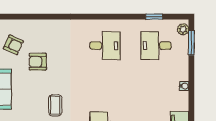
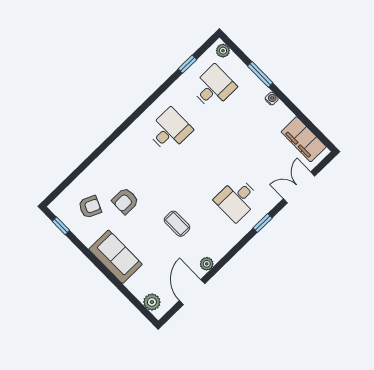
window: (191, 43) -> (260, 74), moved
desk: (156, 46) -> (213, 87), turned 180

